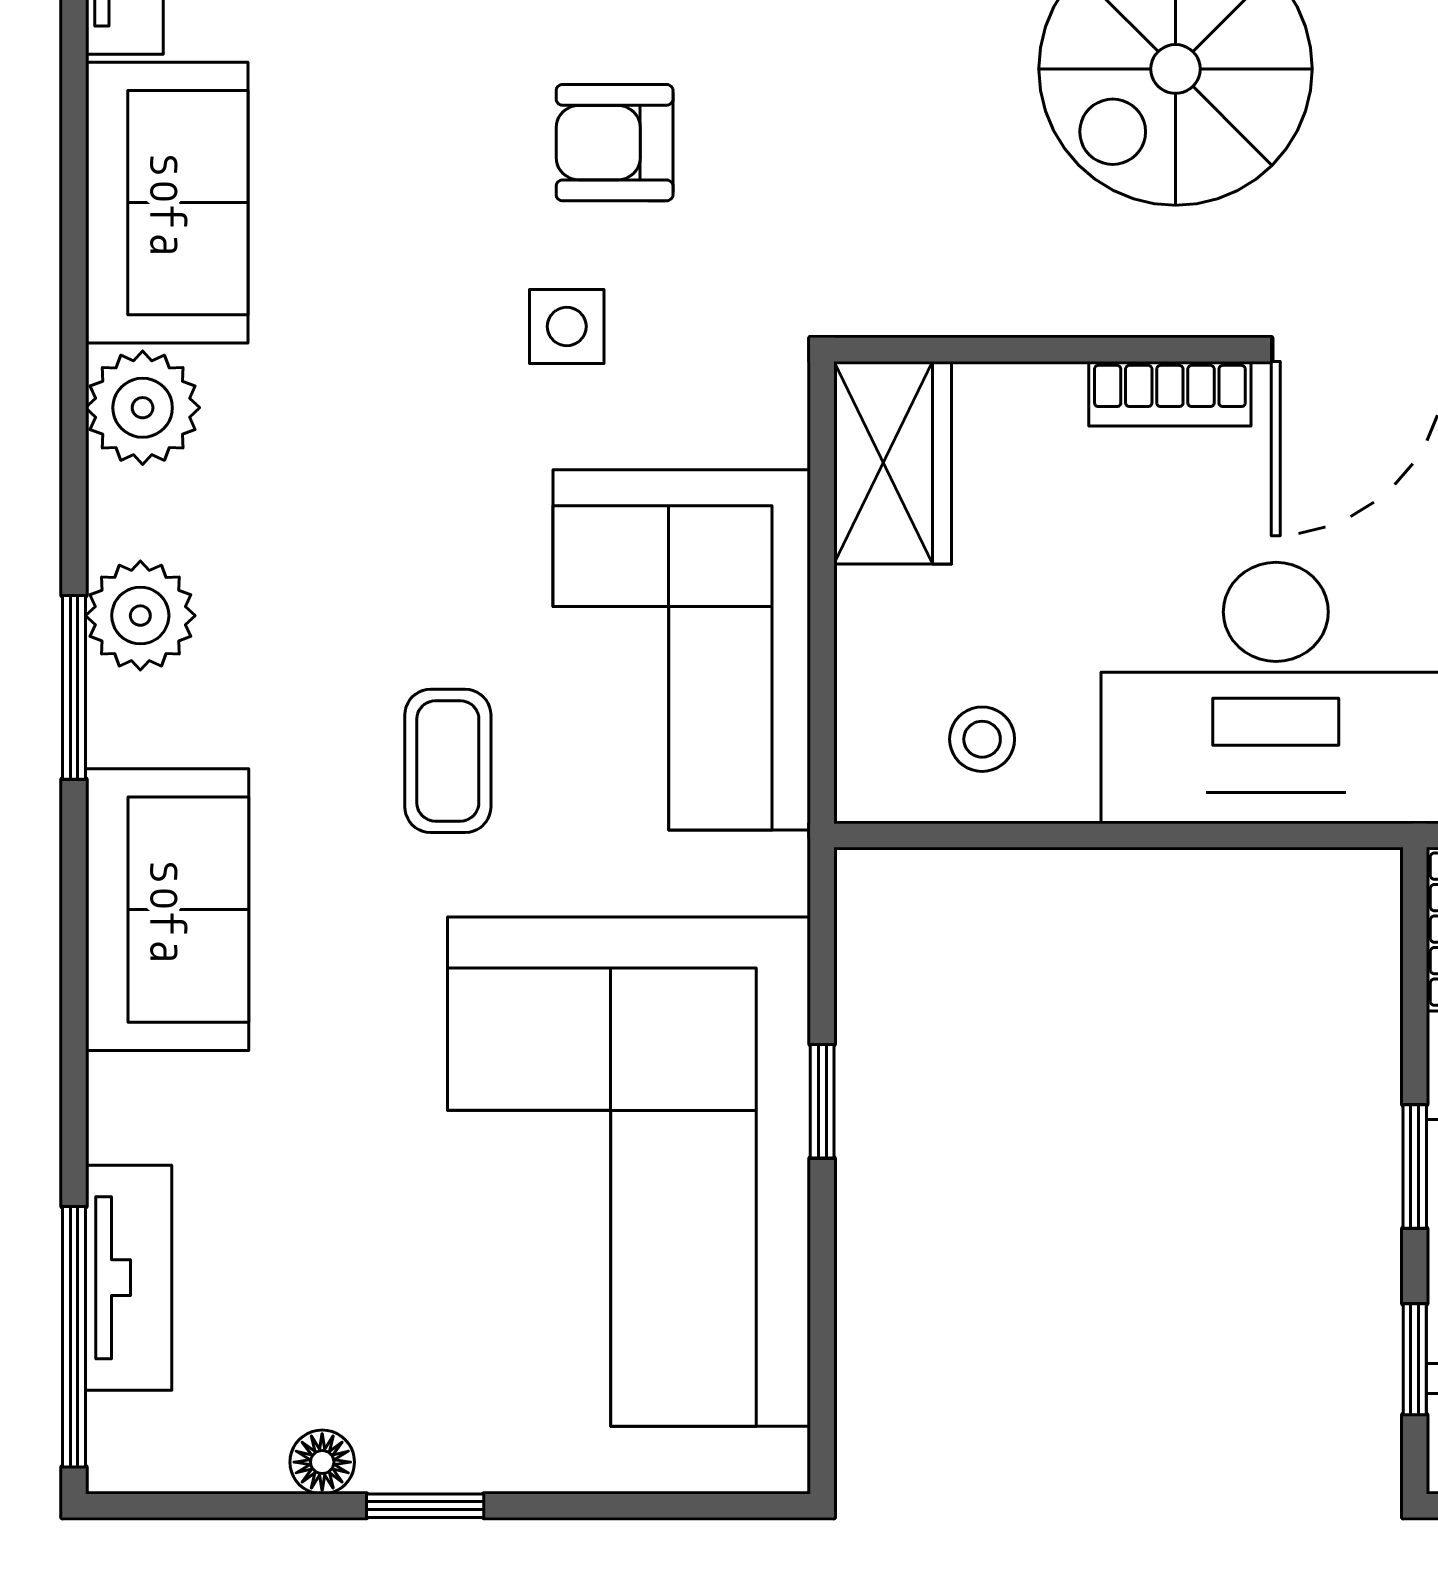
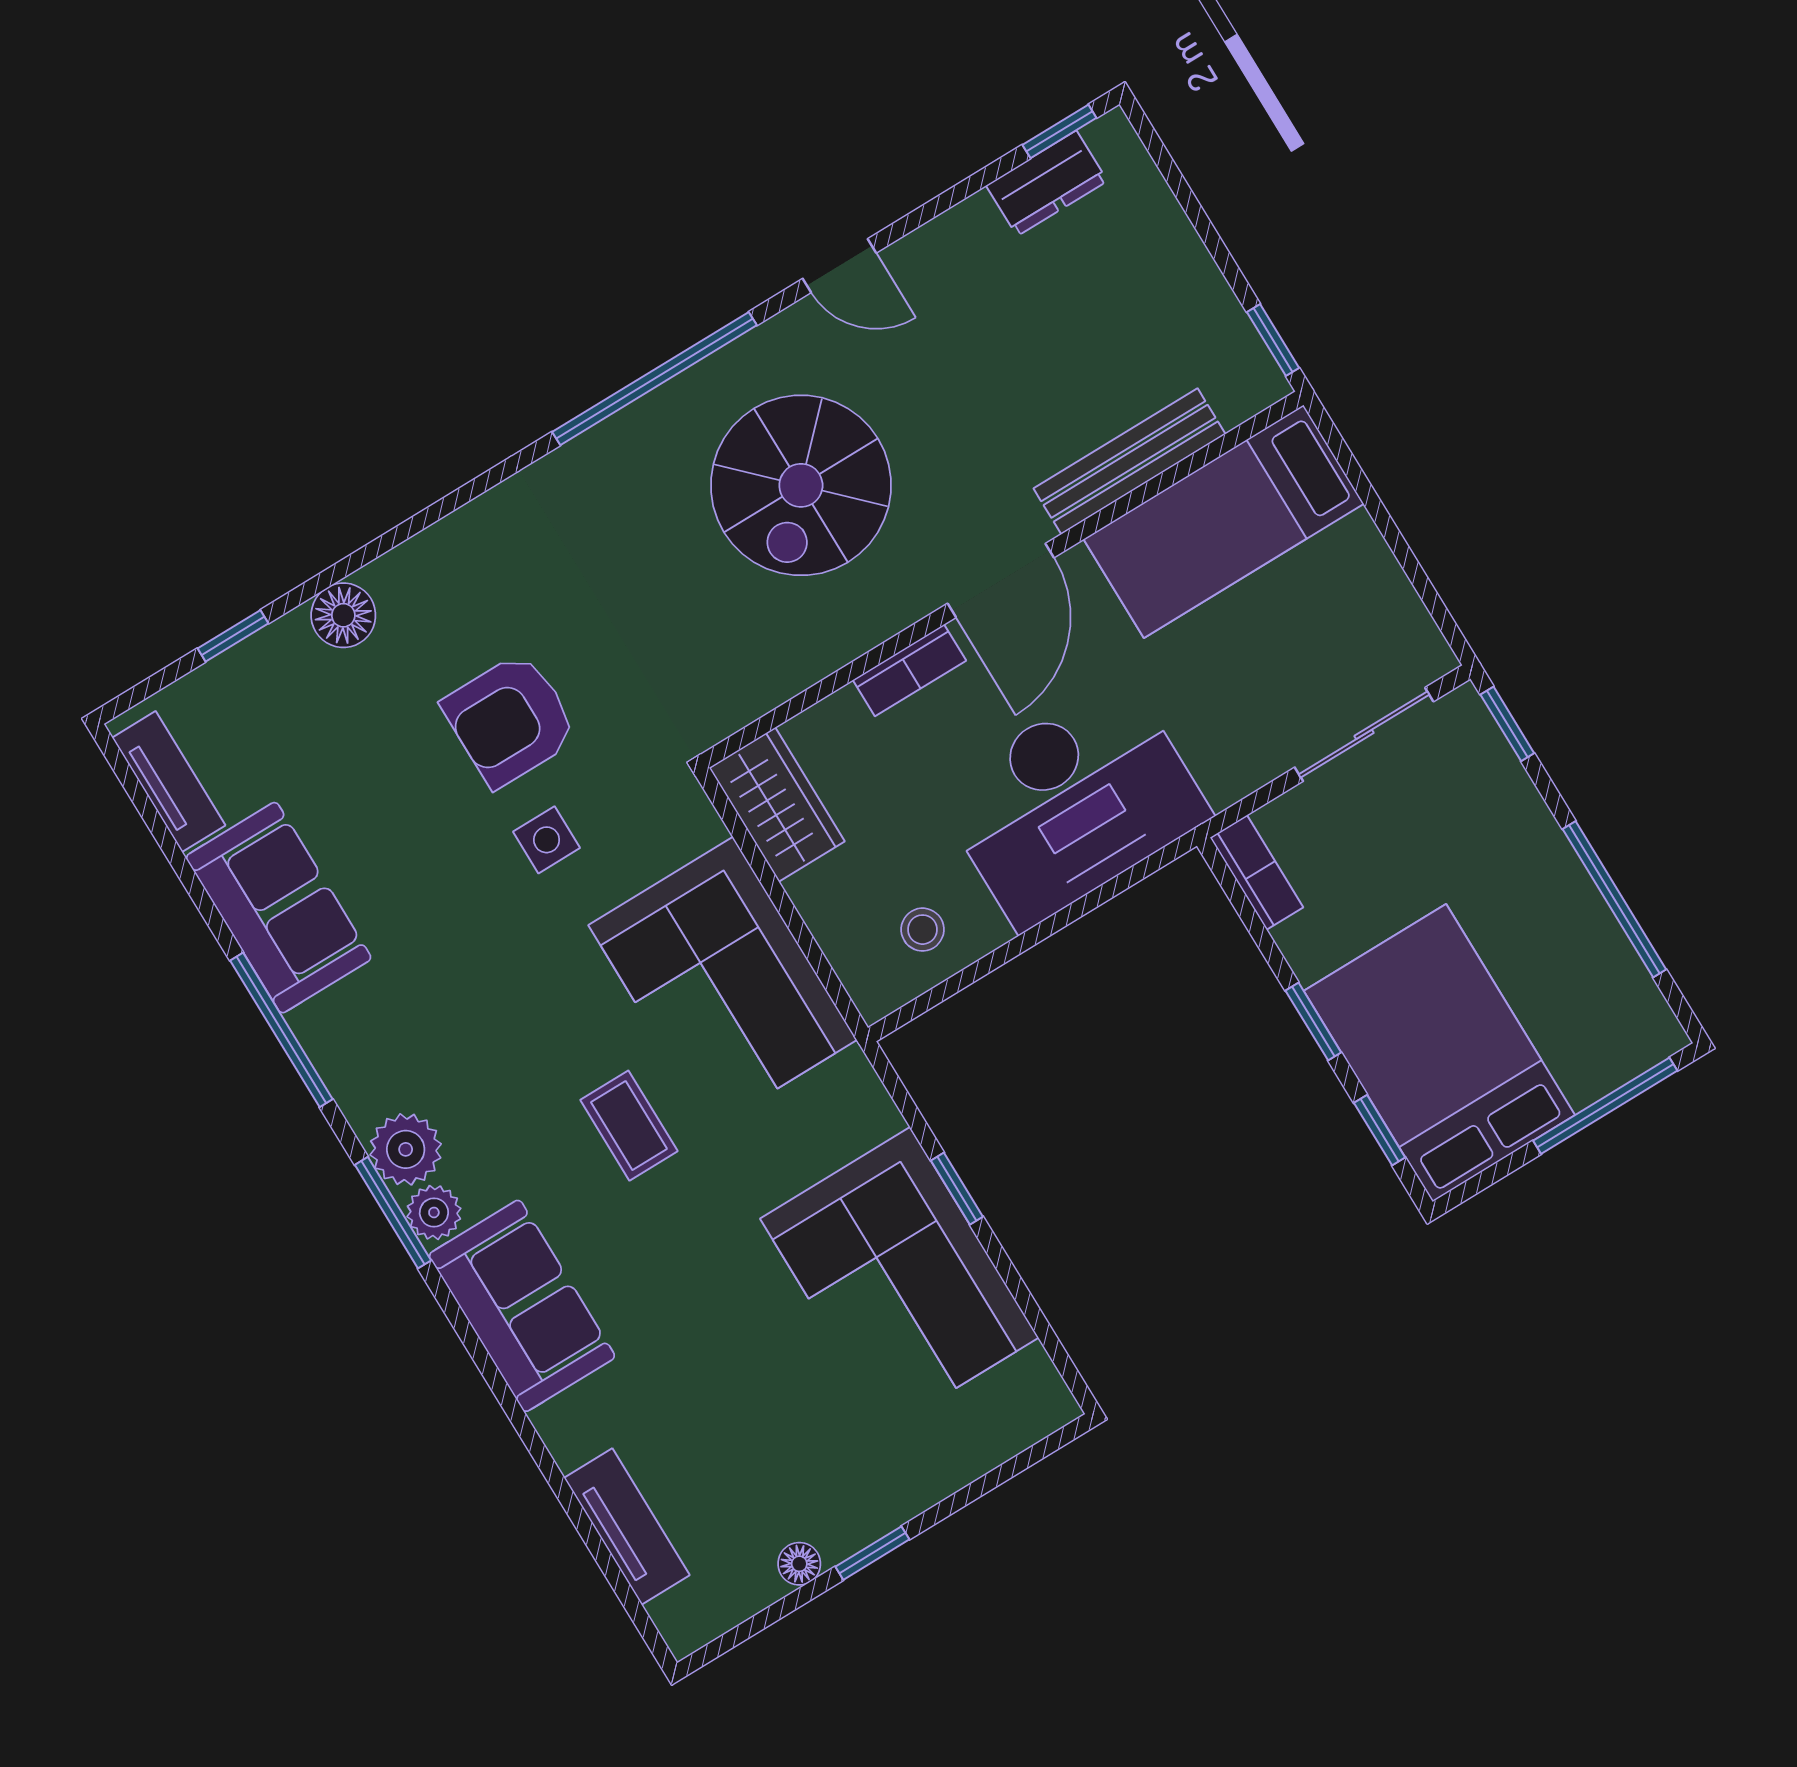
armchair: (615, 143) -> (510, 720), width x1.38, depth x1.38
plant: (143, 408) -> (434, 1212), moved, width x0.73, depth x0.73
corner sofa: (629, 1172) -> (899, 1278), width x0.73, depth x0.74
window: (74, 1337) -> (281, 1030), moved

